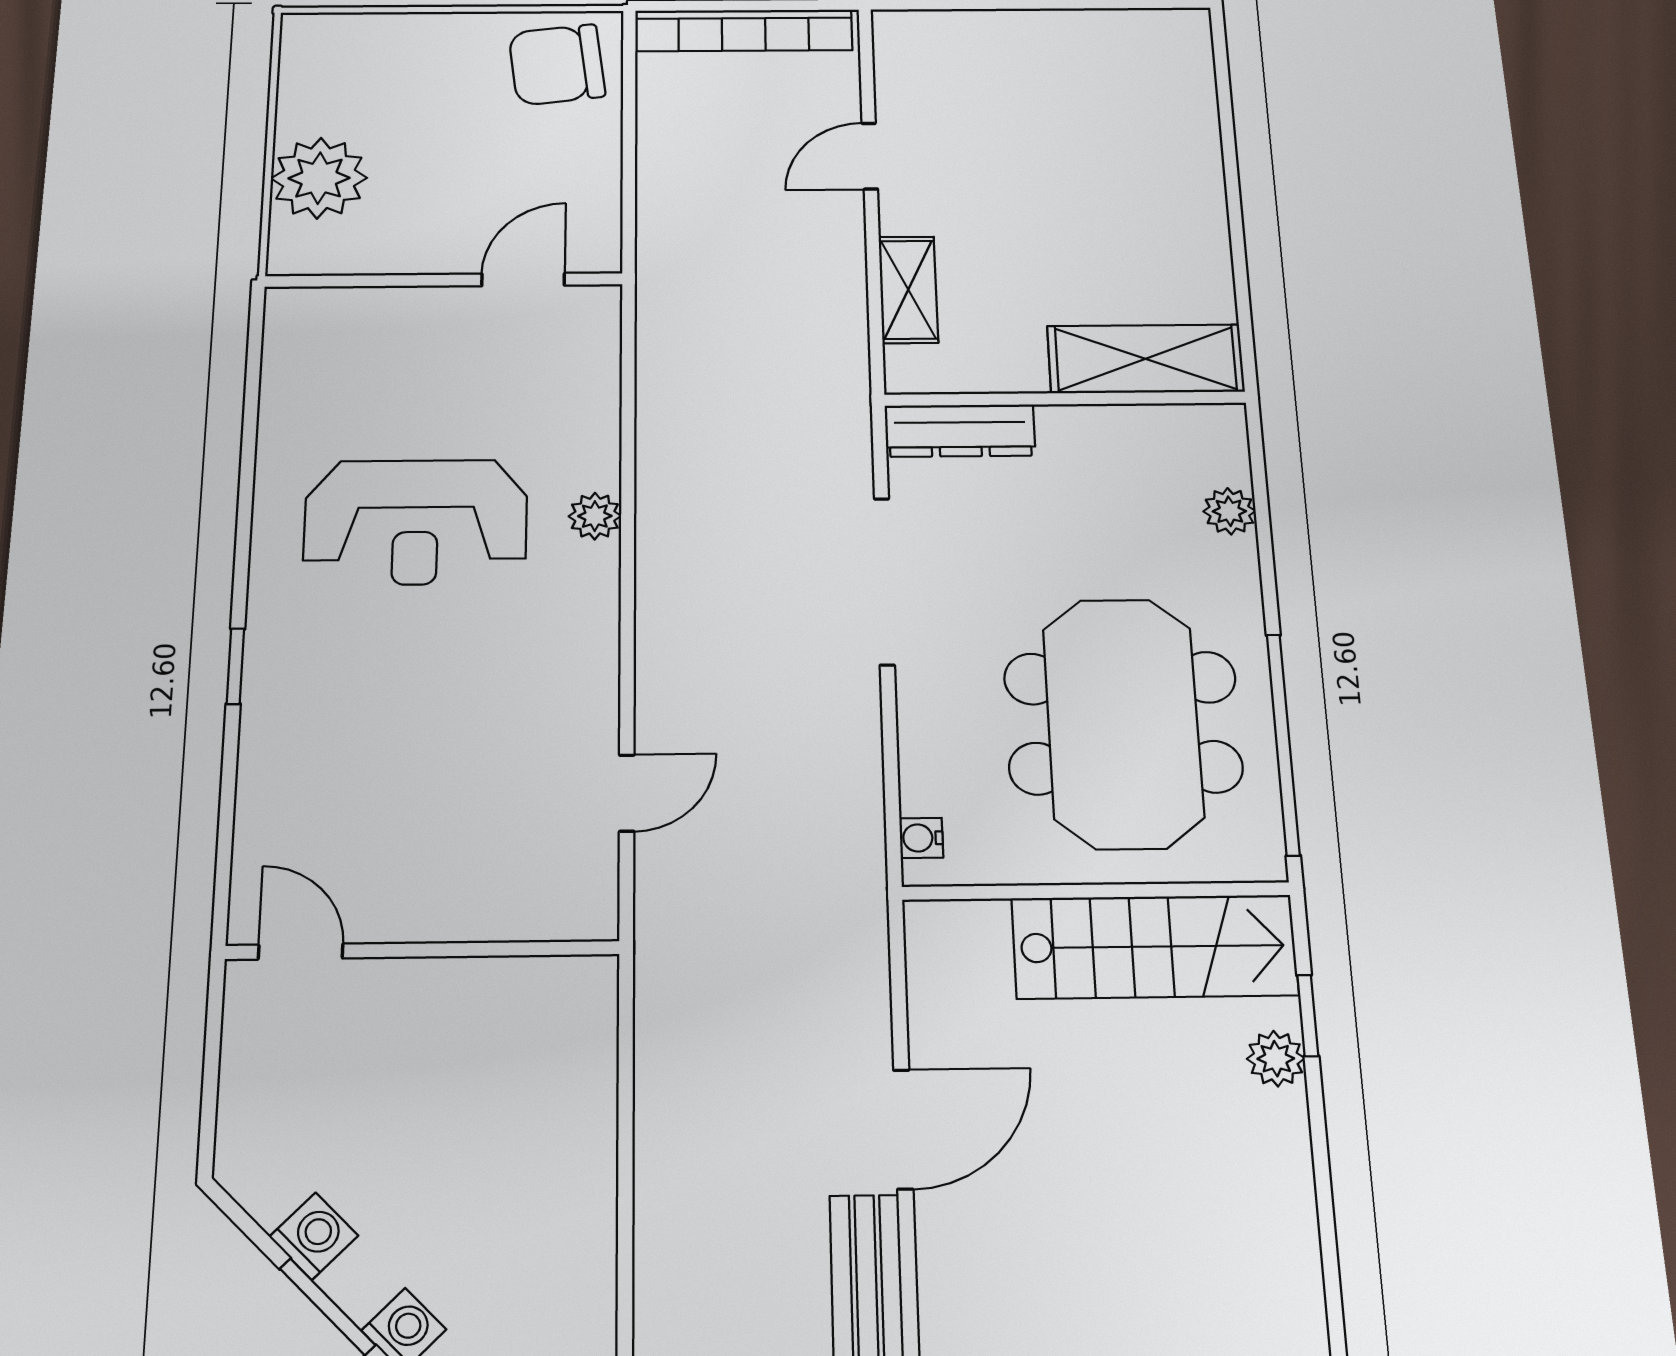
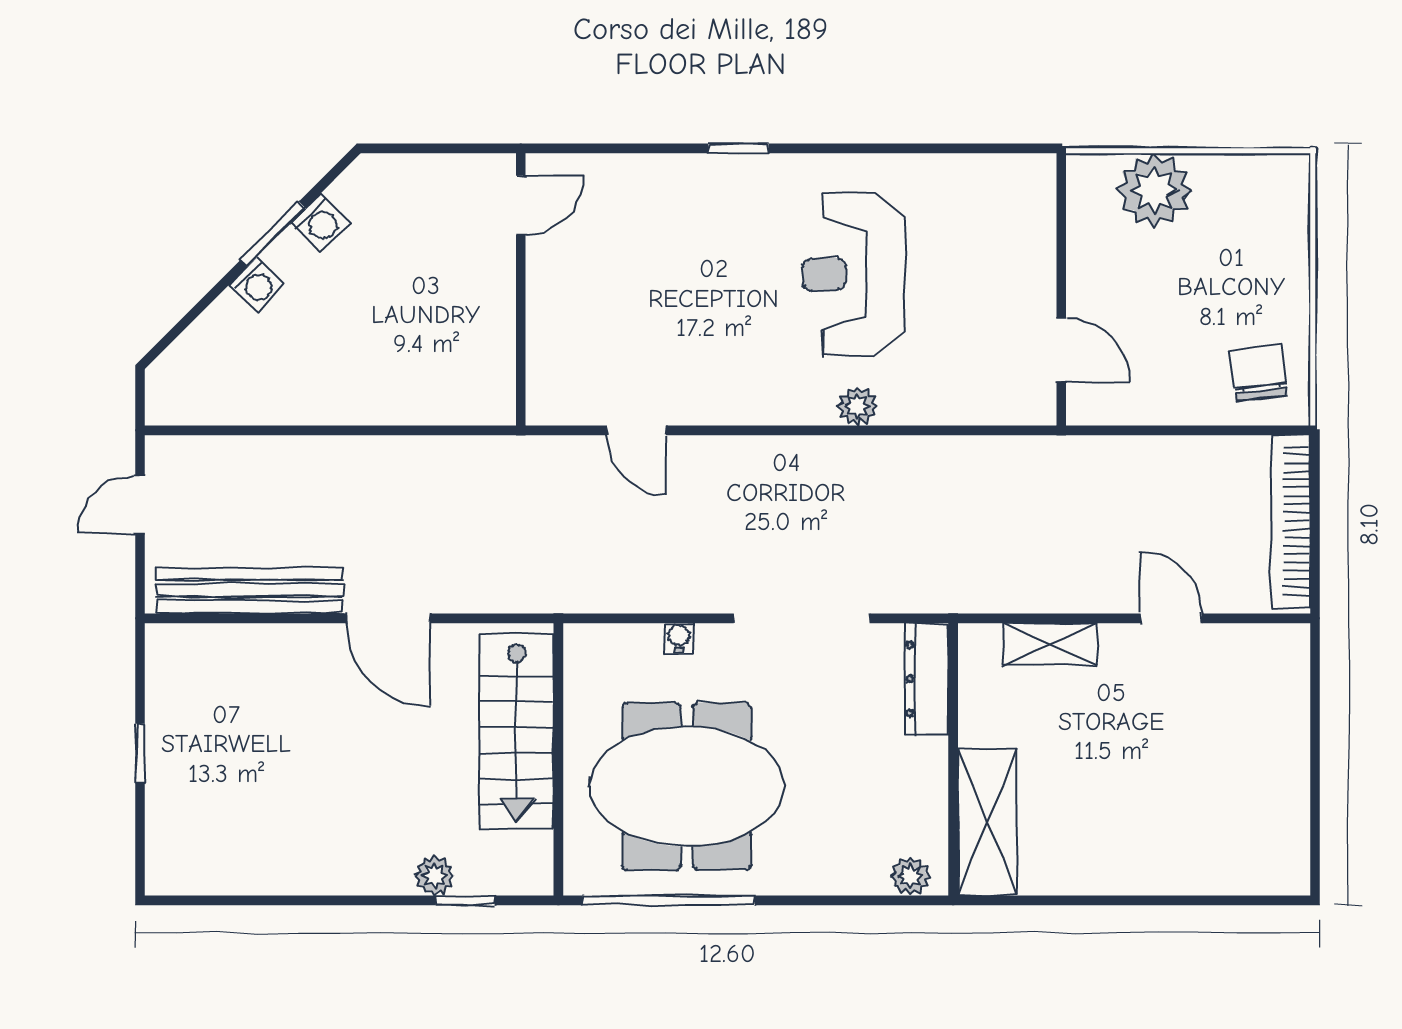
chair: (557, 65) -> (1259, 373), width x0.73, depth x0.73
plant: (1229, 511) -> (910, 876), moved
water cooler: (921, 838) -> (679, 638), moved
stairs: (1154, 947) -> (517, 732), moved

